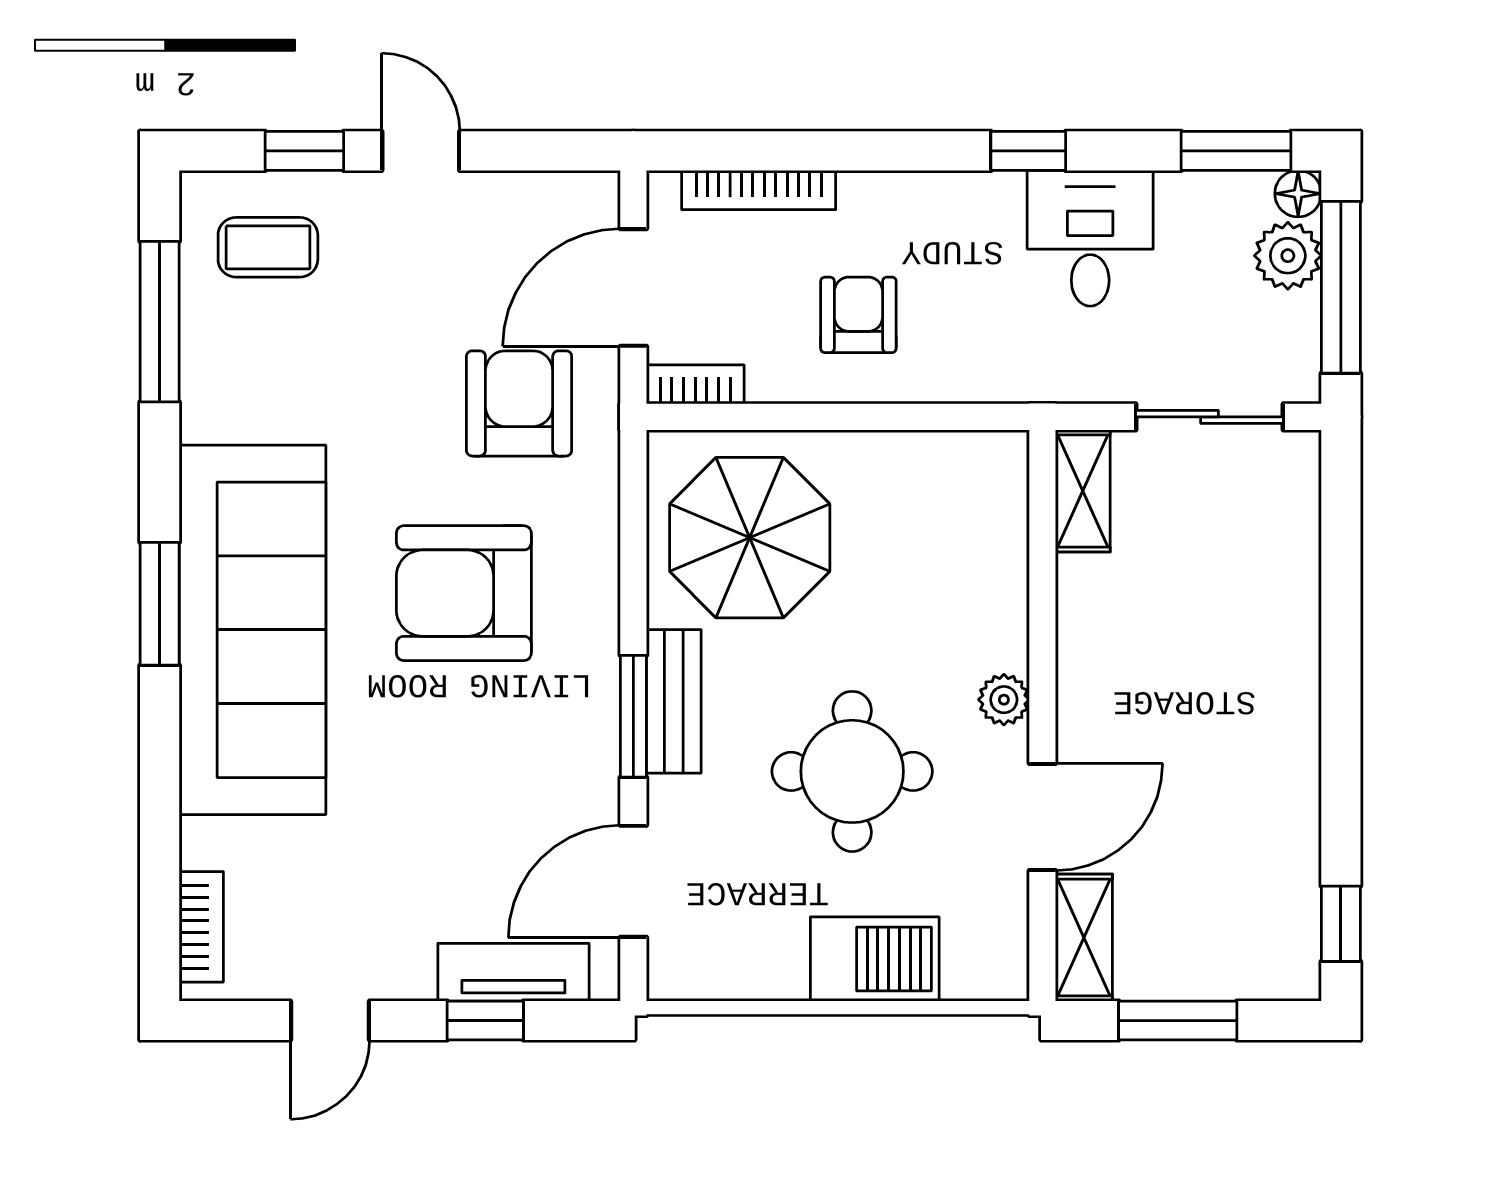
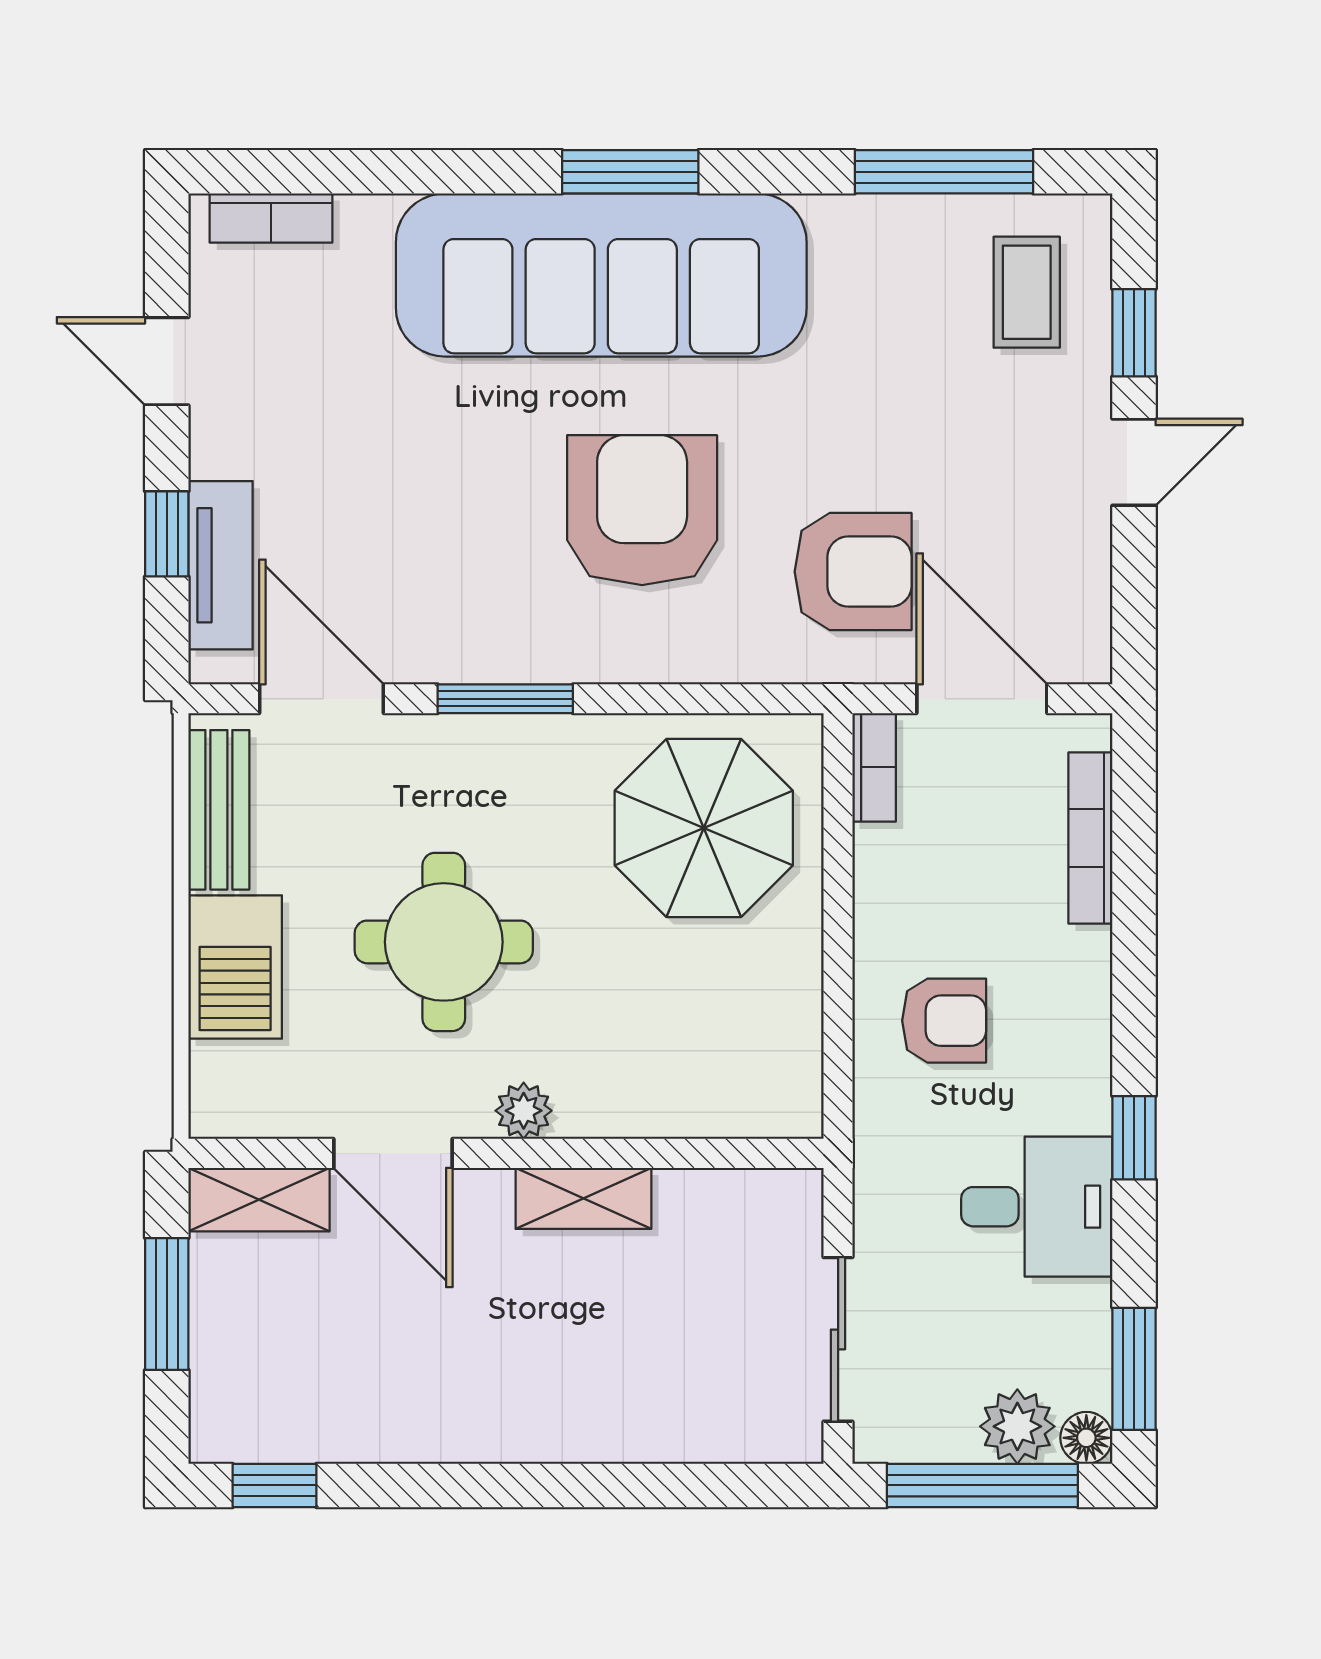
armchair: (858, 315) -> (944, 1021), moved
shelving: (1083, 491) -> (583, 1198), moved
bench: (674, 701) -> (219, 810), moved, turned 90

